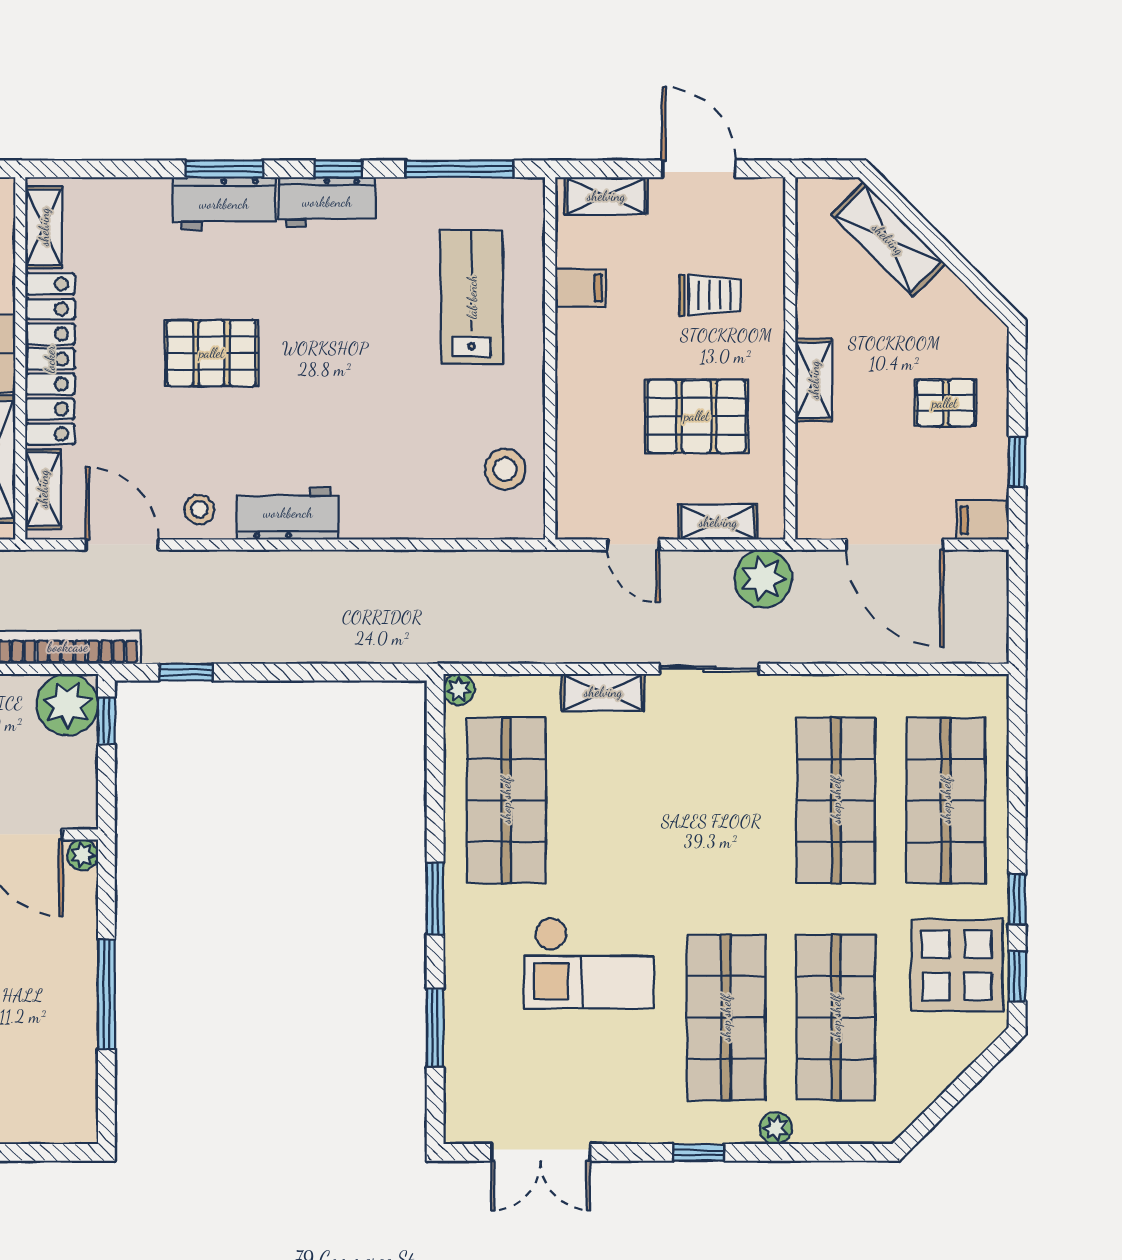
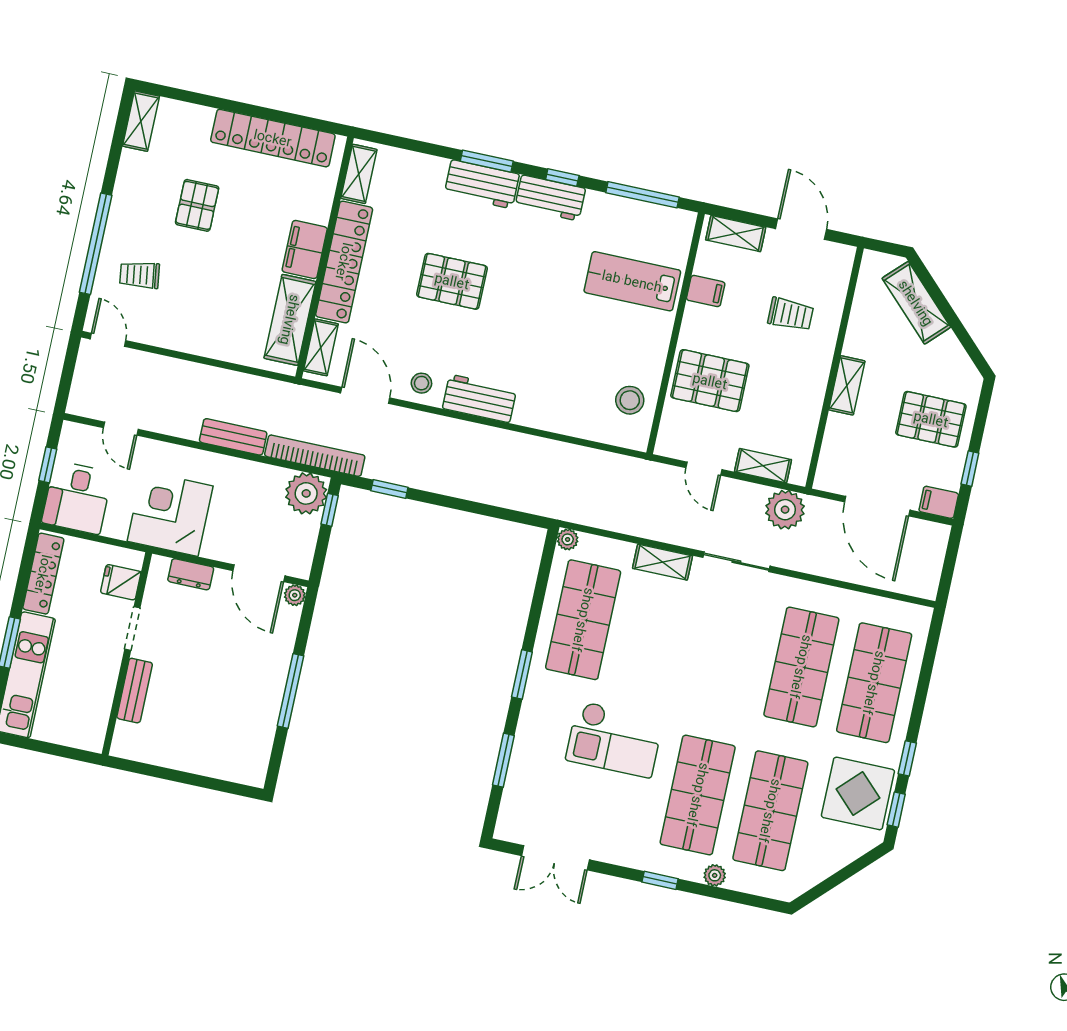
lab bench: (472, 297) -> (632, 281), turned -90
pallet: (945, 403) -> (931, 419), width x1.50, depth x1.42
pallet: (697, 416) -> (710, 381), moved

